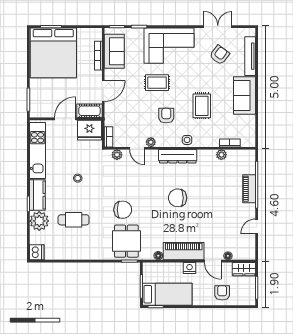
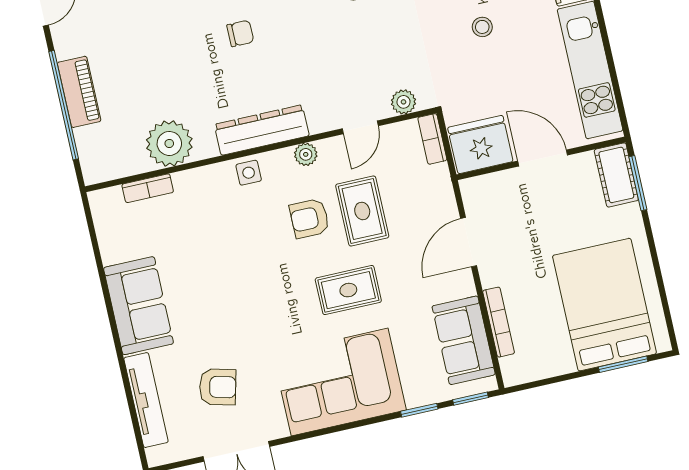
bed: (53, 53) -> (604, 305), width x0.73
armchair: (220, 55) -> (218, 387), turned -113
rug: (202, 106) -> (362, 211), moved
cot: (89, 111) -> (616, 175), moved, turned 90
armchair: (166, 116) -> (309, 218), turned 90
door: (65, 119) -> (543, 158), swing flipped
plant: (151, 142) -> (306, 154), moved
door: (137, 148) -> (360, 127), swing flipped
plant: (221, 155) -> (169, 143), width x1.87, depth x1.87
chair: (178, 198) -> (240, 33), width x0.54, depth x0.54

